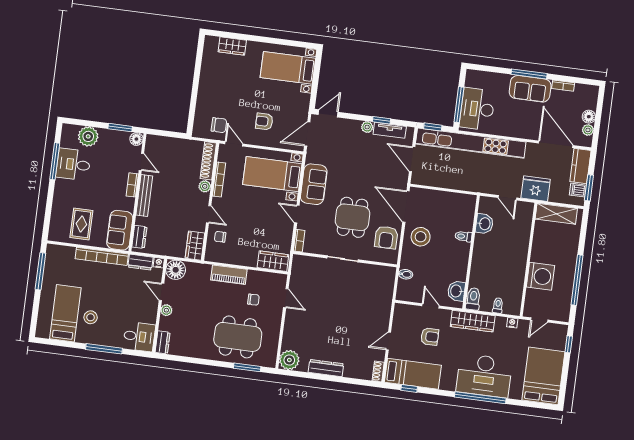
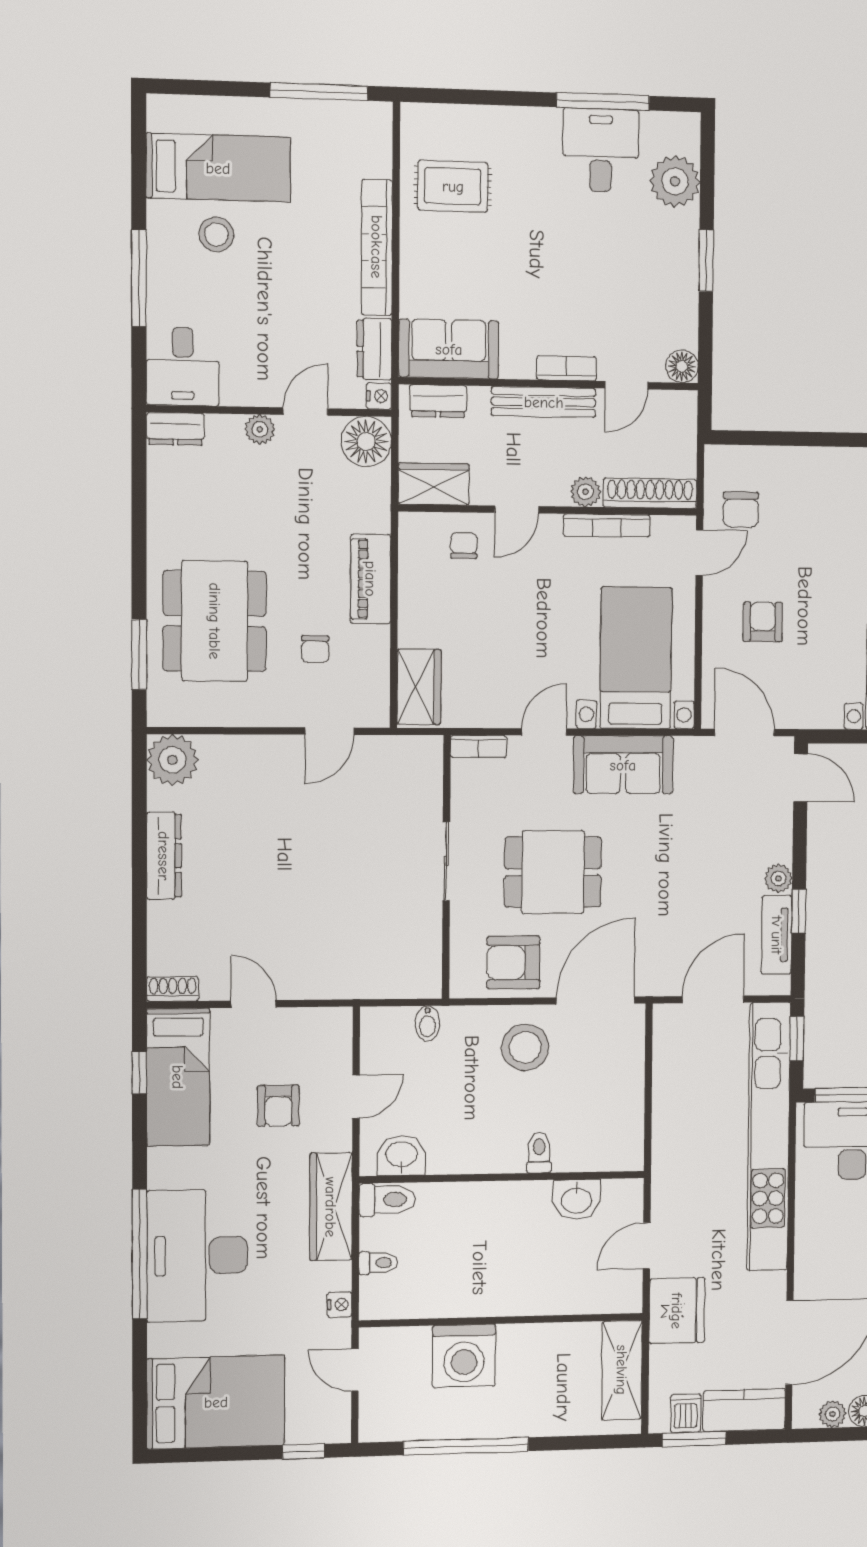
floor lamp: (136, 139) -> (682, 366), moved
door: (141, 162) -> (626, 385), moved
bookcase: (132, 185) -> (567, 368), moved
wall: (137, 192) -> (549, 384), moved
bench: (144, 196) -> (544, 402), moved
sofa: (120, 230) -> (449, 349), moved
dresser: (139, 237) -> (438, 401), moved

